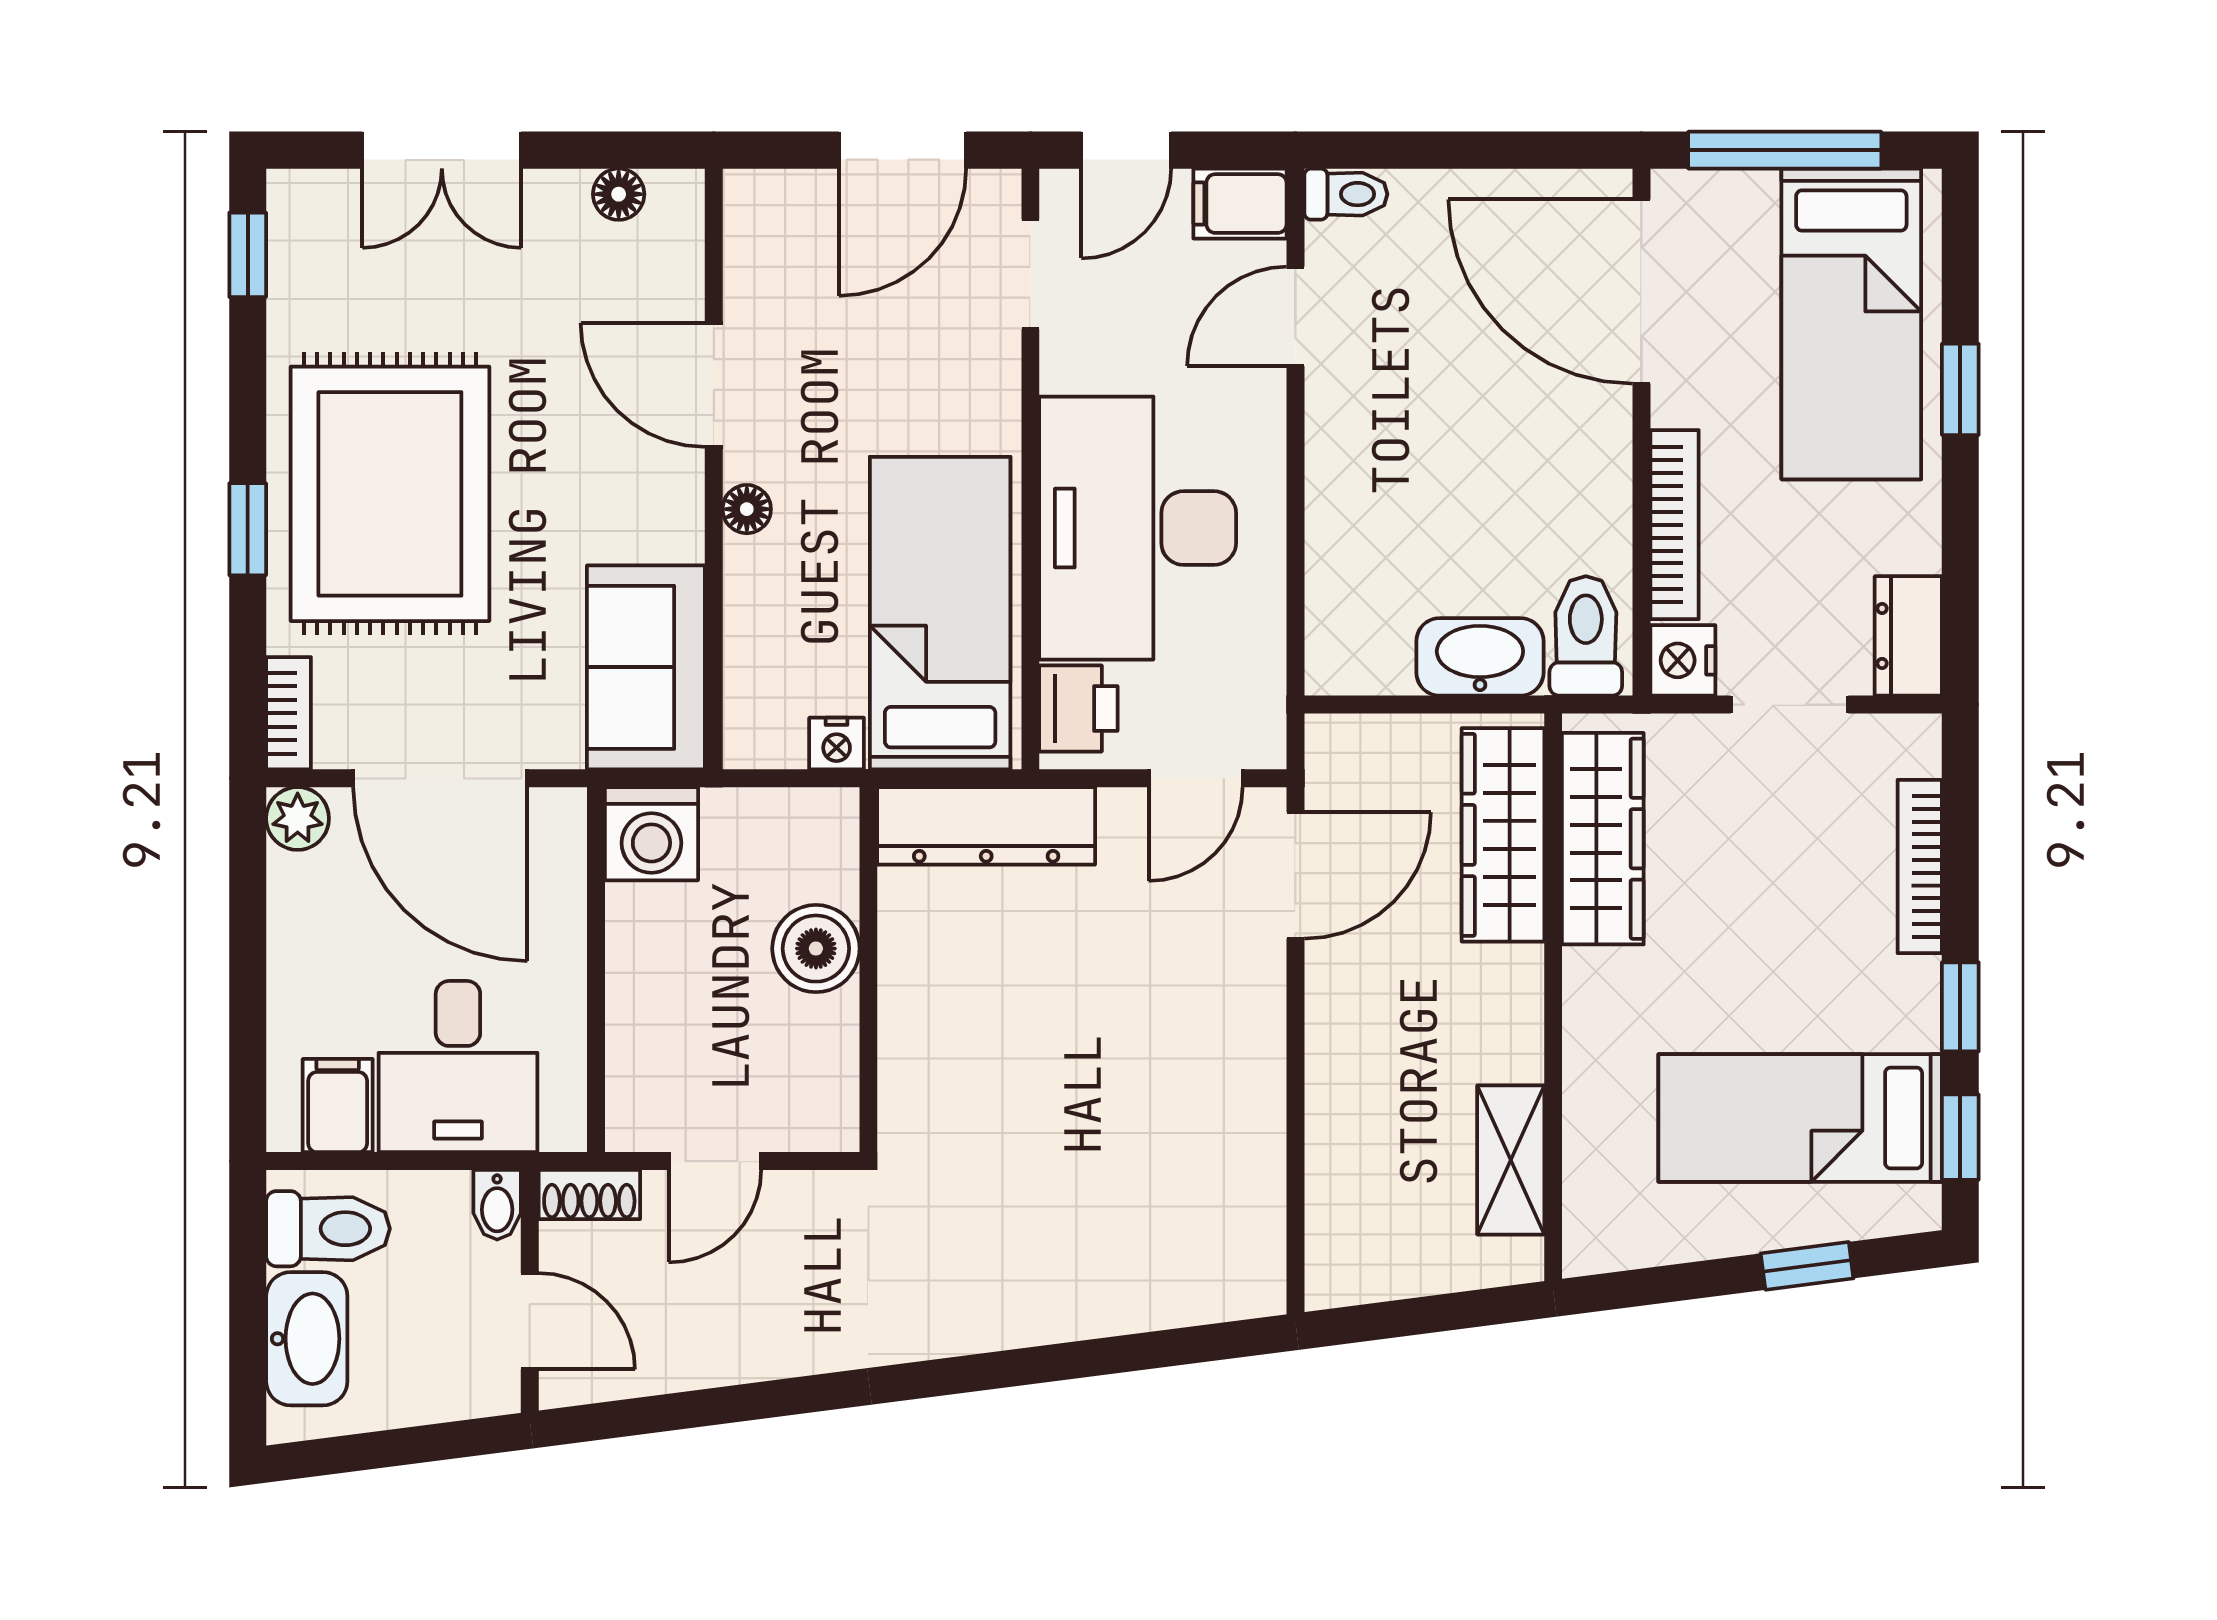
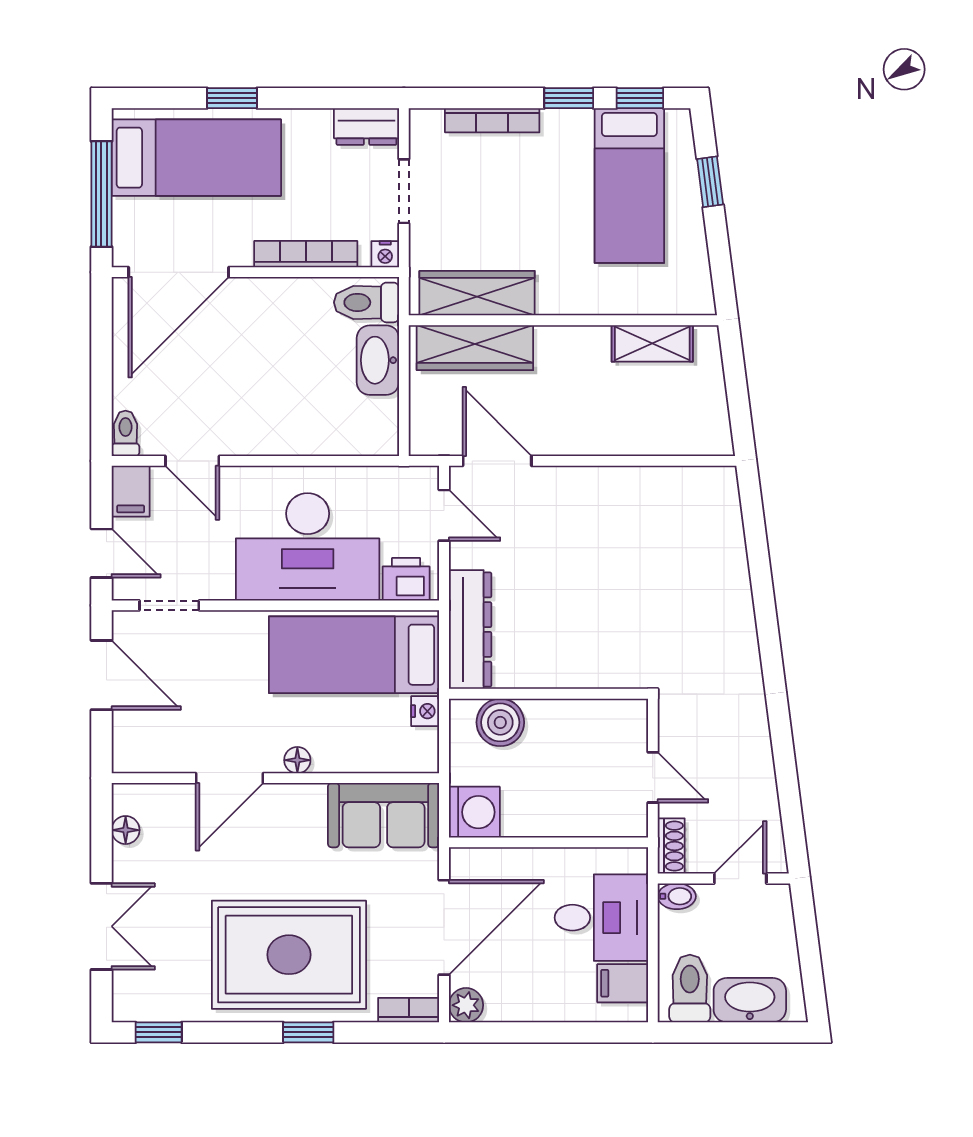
nightstand: (1683, 660) -> (385, 254), width x0.72, depth x0.74
boiler: (816, 949) -> (500, 722), moved

